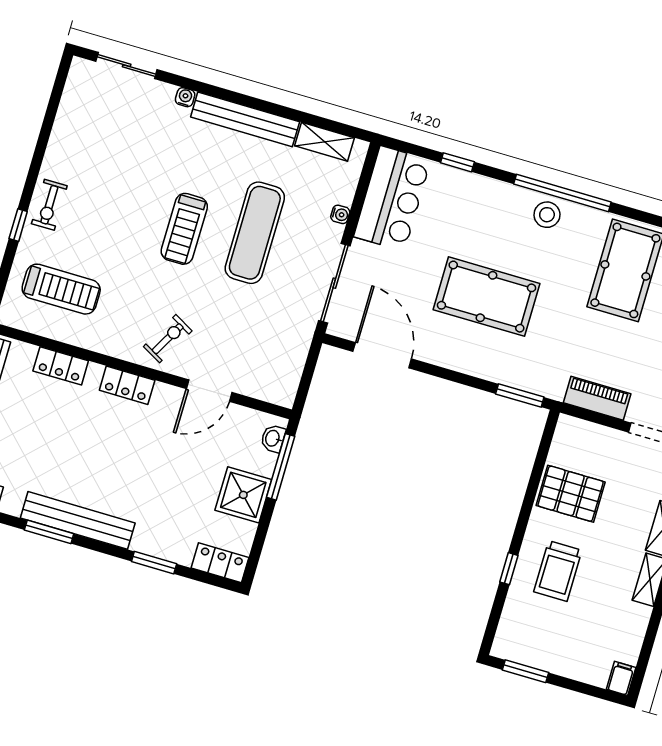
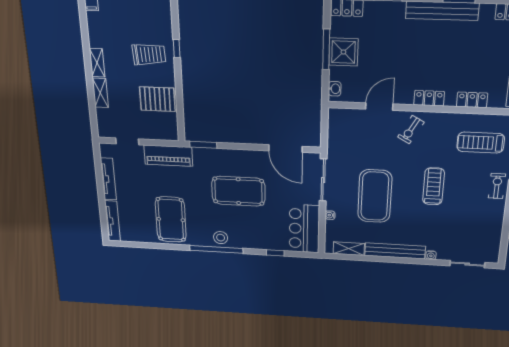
treadmill: (184, 229) -> (434, 186), moved
exercise mat: (255, 233) -> (375, 196), width x1.47
piano: (597, 398) -> (168, 156), width x1.37, depth x1.33
window: (281, 467) -> (326, 49), moved
trolley: (558, 571) -> (149, 54), turned 86

